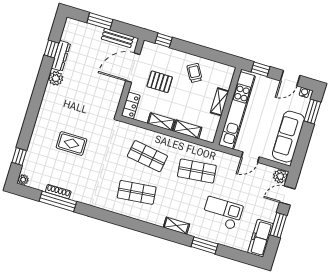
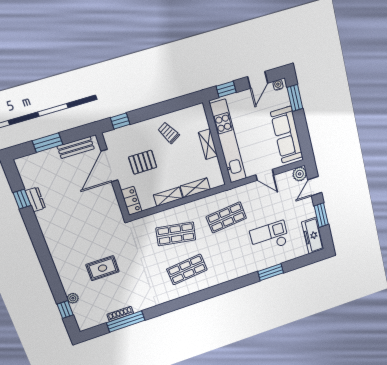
dresser: (61, 56) -> (35, 199), width x0.70
plant: (56, 78) -> (46, 223), removed
door: (250, 157) -> (265, 175), hinge flipped
plant: (23, 180) -> (73, 298), moved
shelving: (176, 226) -> (238, 273), removed

